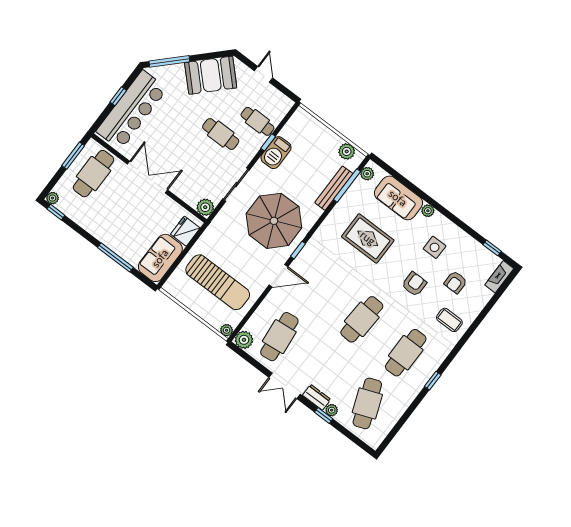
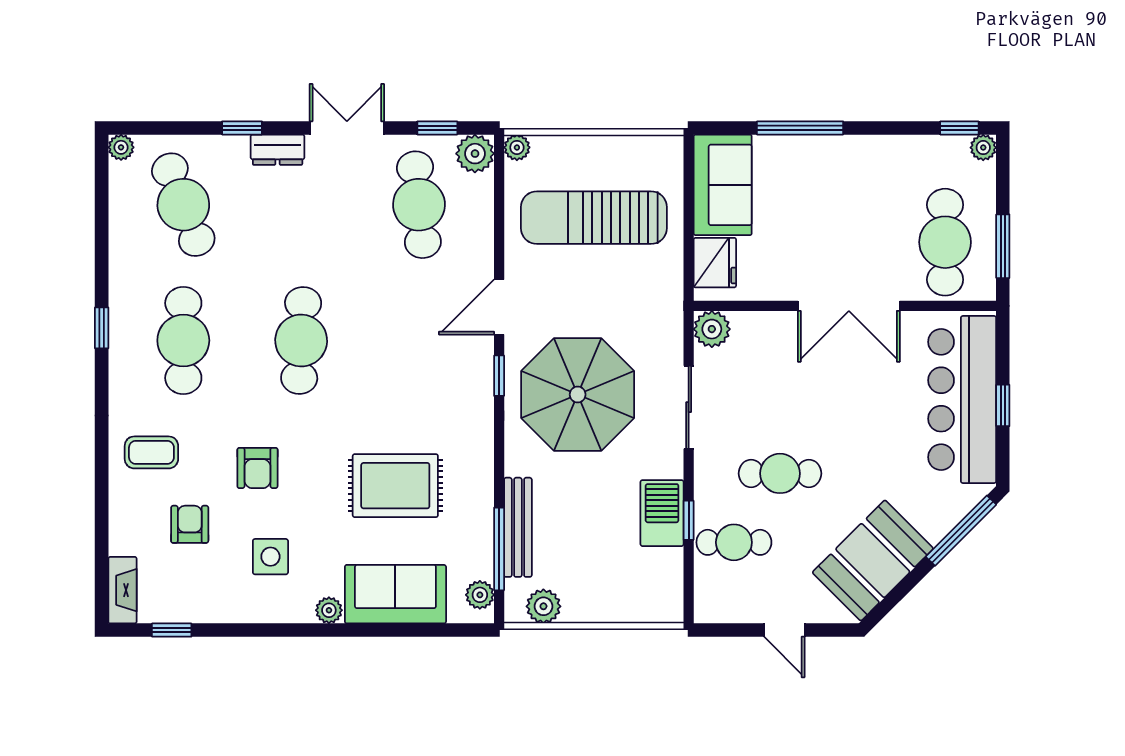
window: (251, 360) -> (437, 128), added
plant: (332, 410) -> (121, 147), moved

